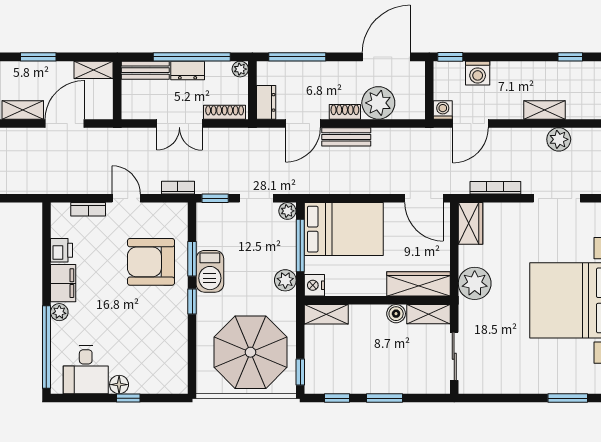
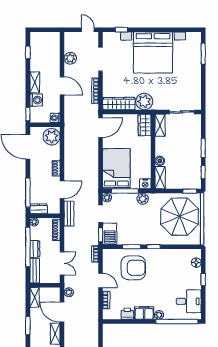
dresser: (266, 102) -> (39, 209), moved
plant: (378, 103) -> (52, 137), moved
shelving: (544, 110) -> (35, 82), moved
double door: (179, 123) -> (62, 263), moved
door: (303, 123) -> (62, 190), hinge flipped
door: (470, 123) -> (62, 86), moved
plant: (103, 136) -> (69, 292), added
bench: (346, 137) -> (69, 214), moved
door: (126, 198) -> (101, 280), swing flipped
wardrobe: (471, 223) -> (119, 104), width x1.50
armchair: (151, 262) -> (133, 268), turned -90
barbecue: (210, 271) -> (110, 234), moved, turned 90
wardrobe: (418, 284) -> (145, 125), width x0.67
boiler: (396, 314) -> (160, 161), moved
floor lamp: (119, 385) -> (196, 263), moved

